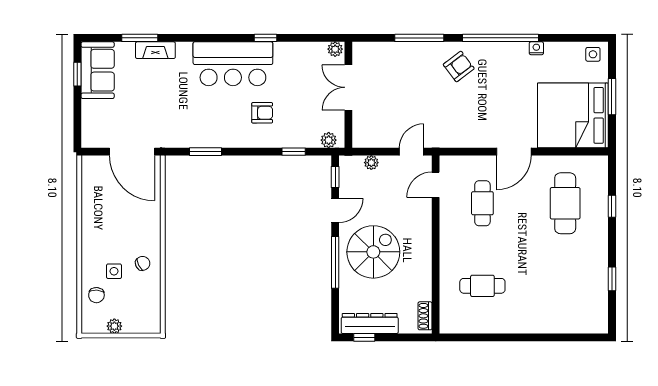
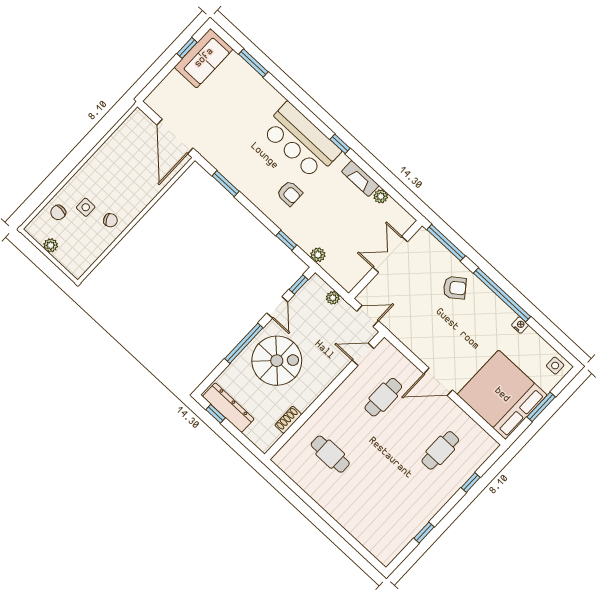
fireplace: (155, 50) -> (360, 178), moved
double door: (348, 87) -> (390, 254), moved
wall: (348, 95) -> (385, 259), moved
cafe table: (565, 203) -> (440, 450), width x0.73, depth x0.74
door: (335, 210) -> (277, 307), hinge flipped
shoe rack: (425, 316) -> (288, 420), moved

